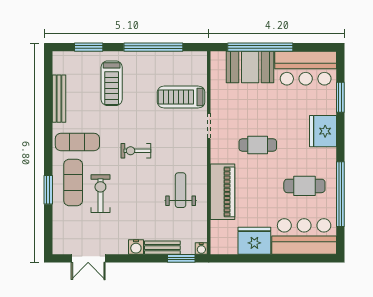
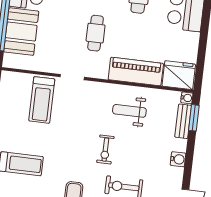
exercise bike: (136, 151) -> (105, 150), moved
fridge: (254, 241) -> (179, 75), moved, turned 90
bench: (162, 248) -> (183, 121), moved

